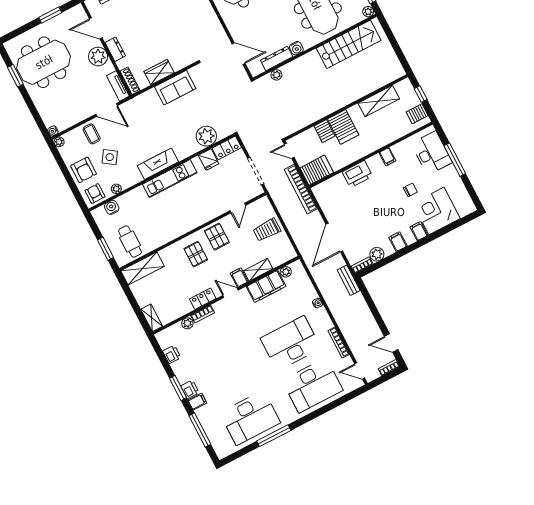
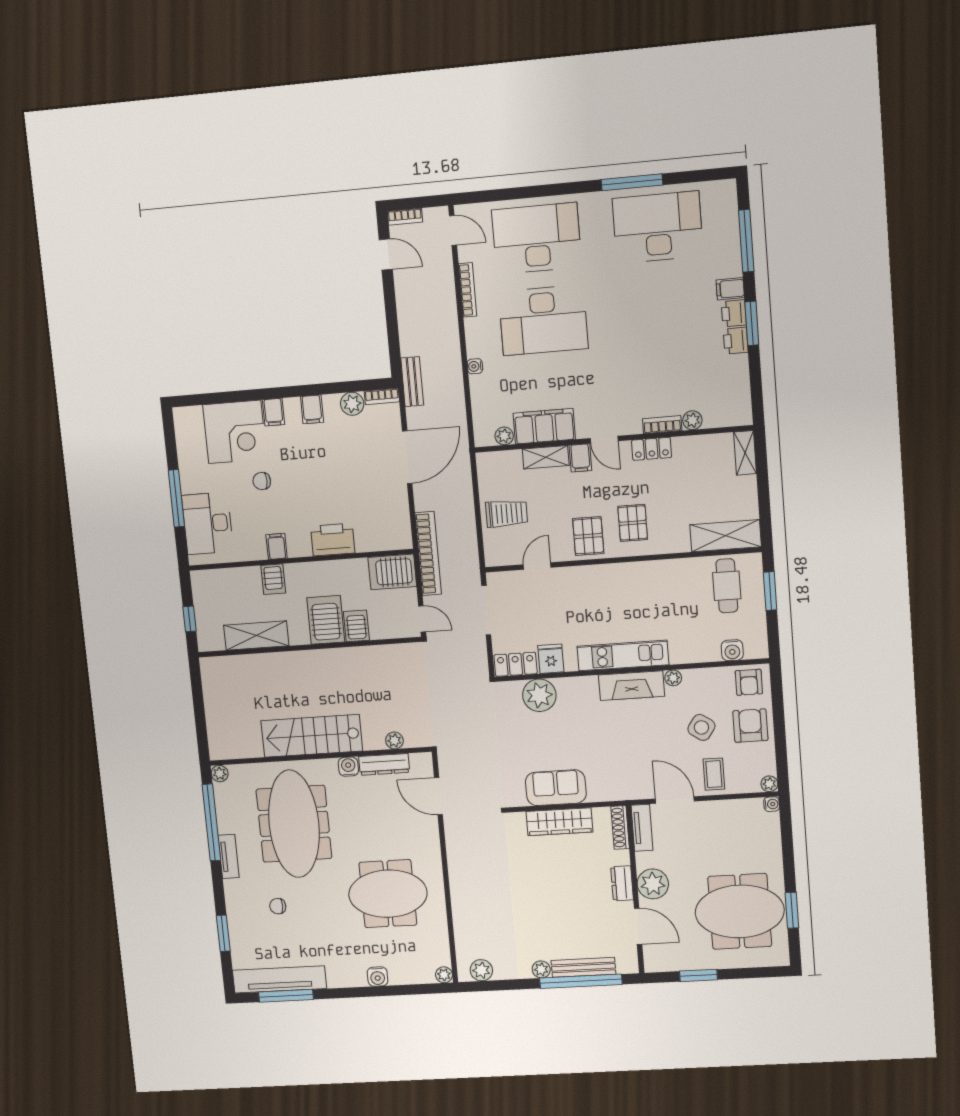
stairs: (349, 44) -> (312, 736), moved
wardrobe: (159, 72) -> (559, 822), width x1.50
server rack: (417, 114) -> (273, 579), moved, turned 90
plant: (116, 189) -> (673, 678), moved
printer: (172, 354) -> (736, 341), moved

